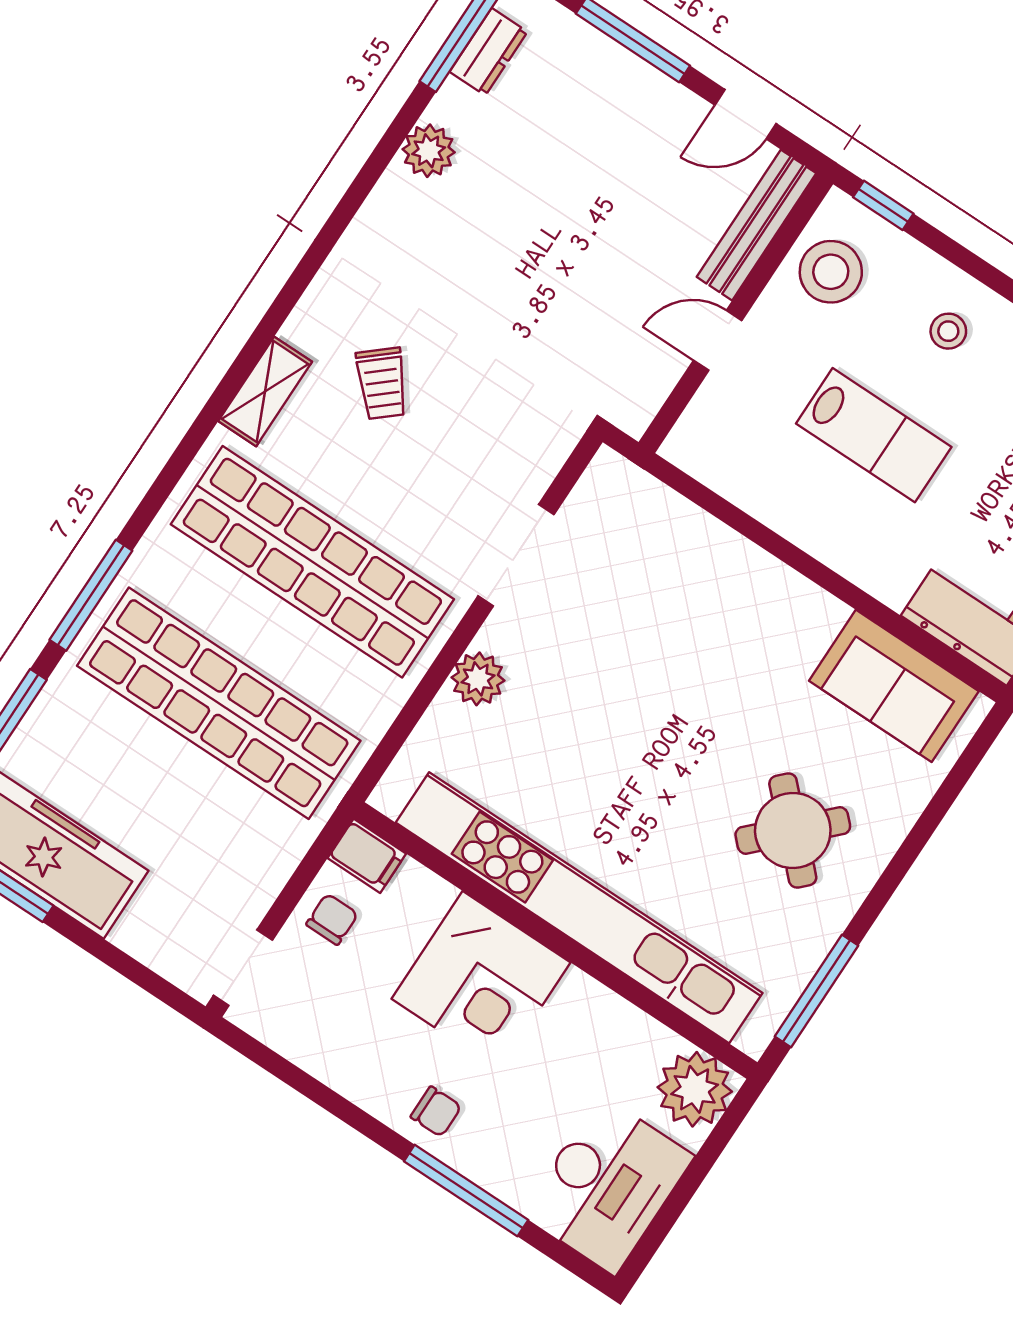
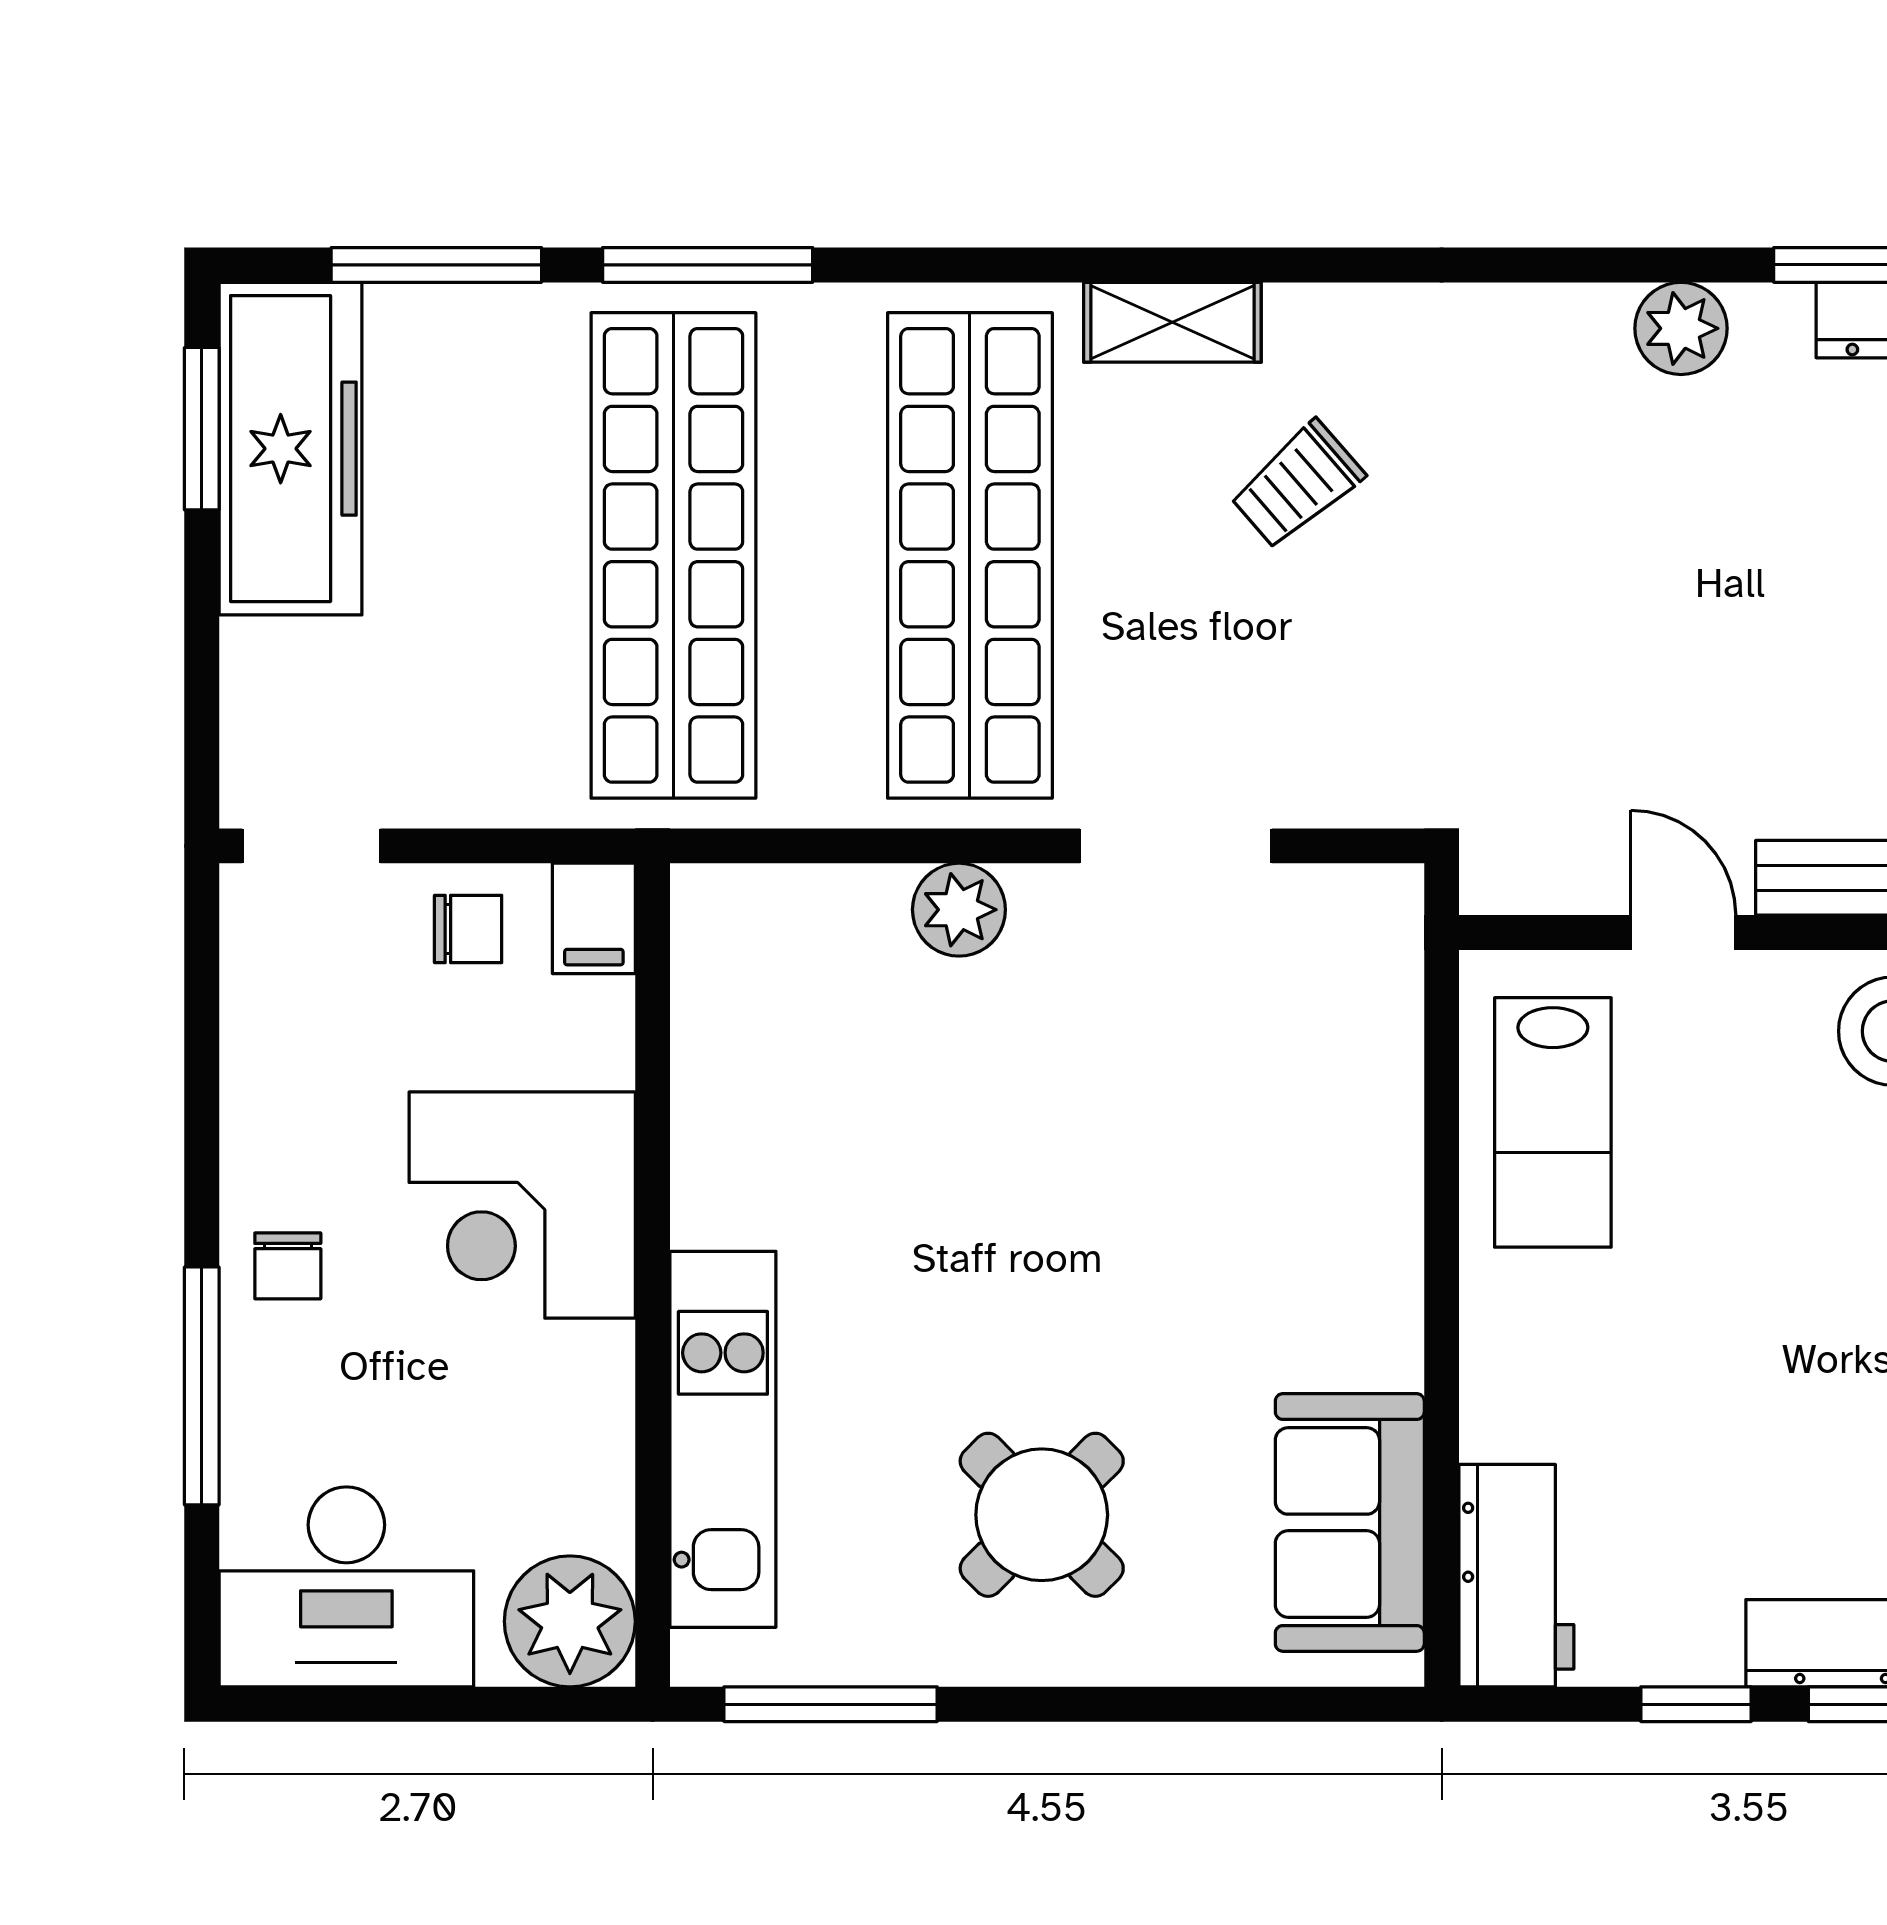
lab bench: (874, 435) -> (1553, 1122), moved
kitchen unit: (579, 908) -> (723, 1439), width x0.54

